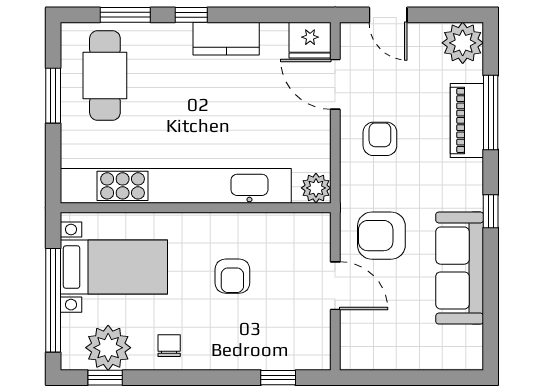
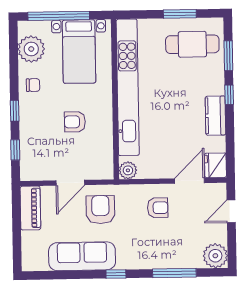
piano: (467, 120) -> (30, 208), moved, turned 90
window: (105, 378) -> (15, 111), moved

